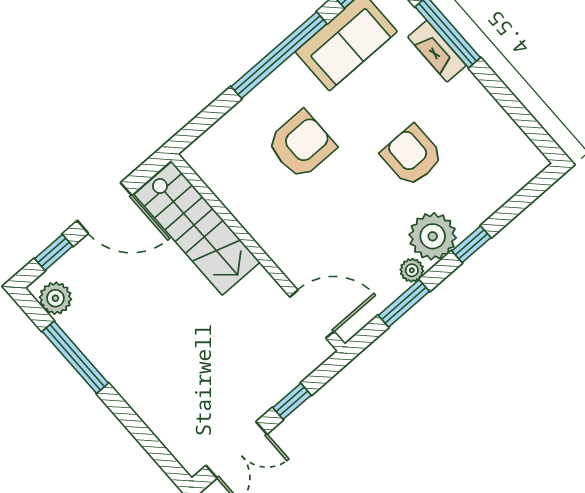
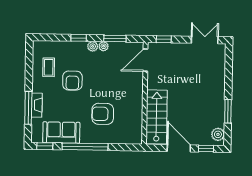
coffee table: (478, 140) -> (49, 67), added
plant: (433, 236) -> (93, 46), width x0.53, depth x0.53
door: (312, 314) -> (145, 60), hinge flipped
window: (75, 357) -> (228, 111), width x0.69
window: (292, 401) -> (164, 39), moved

